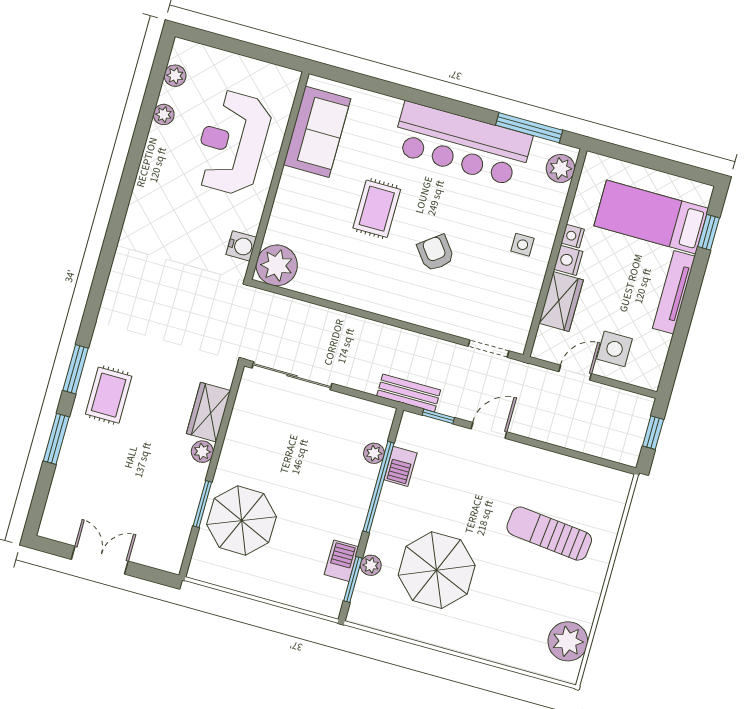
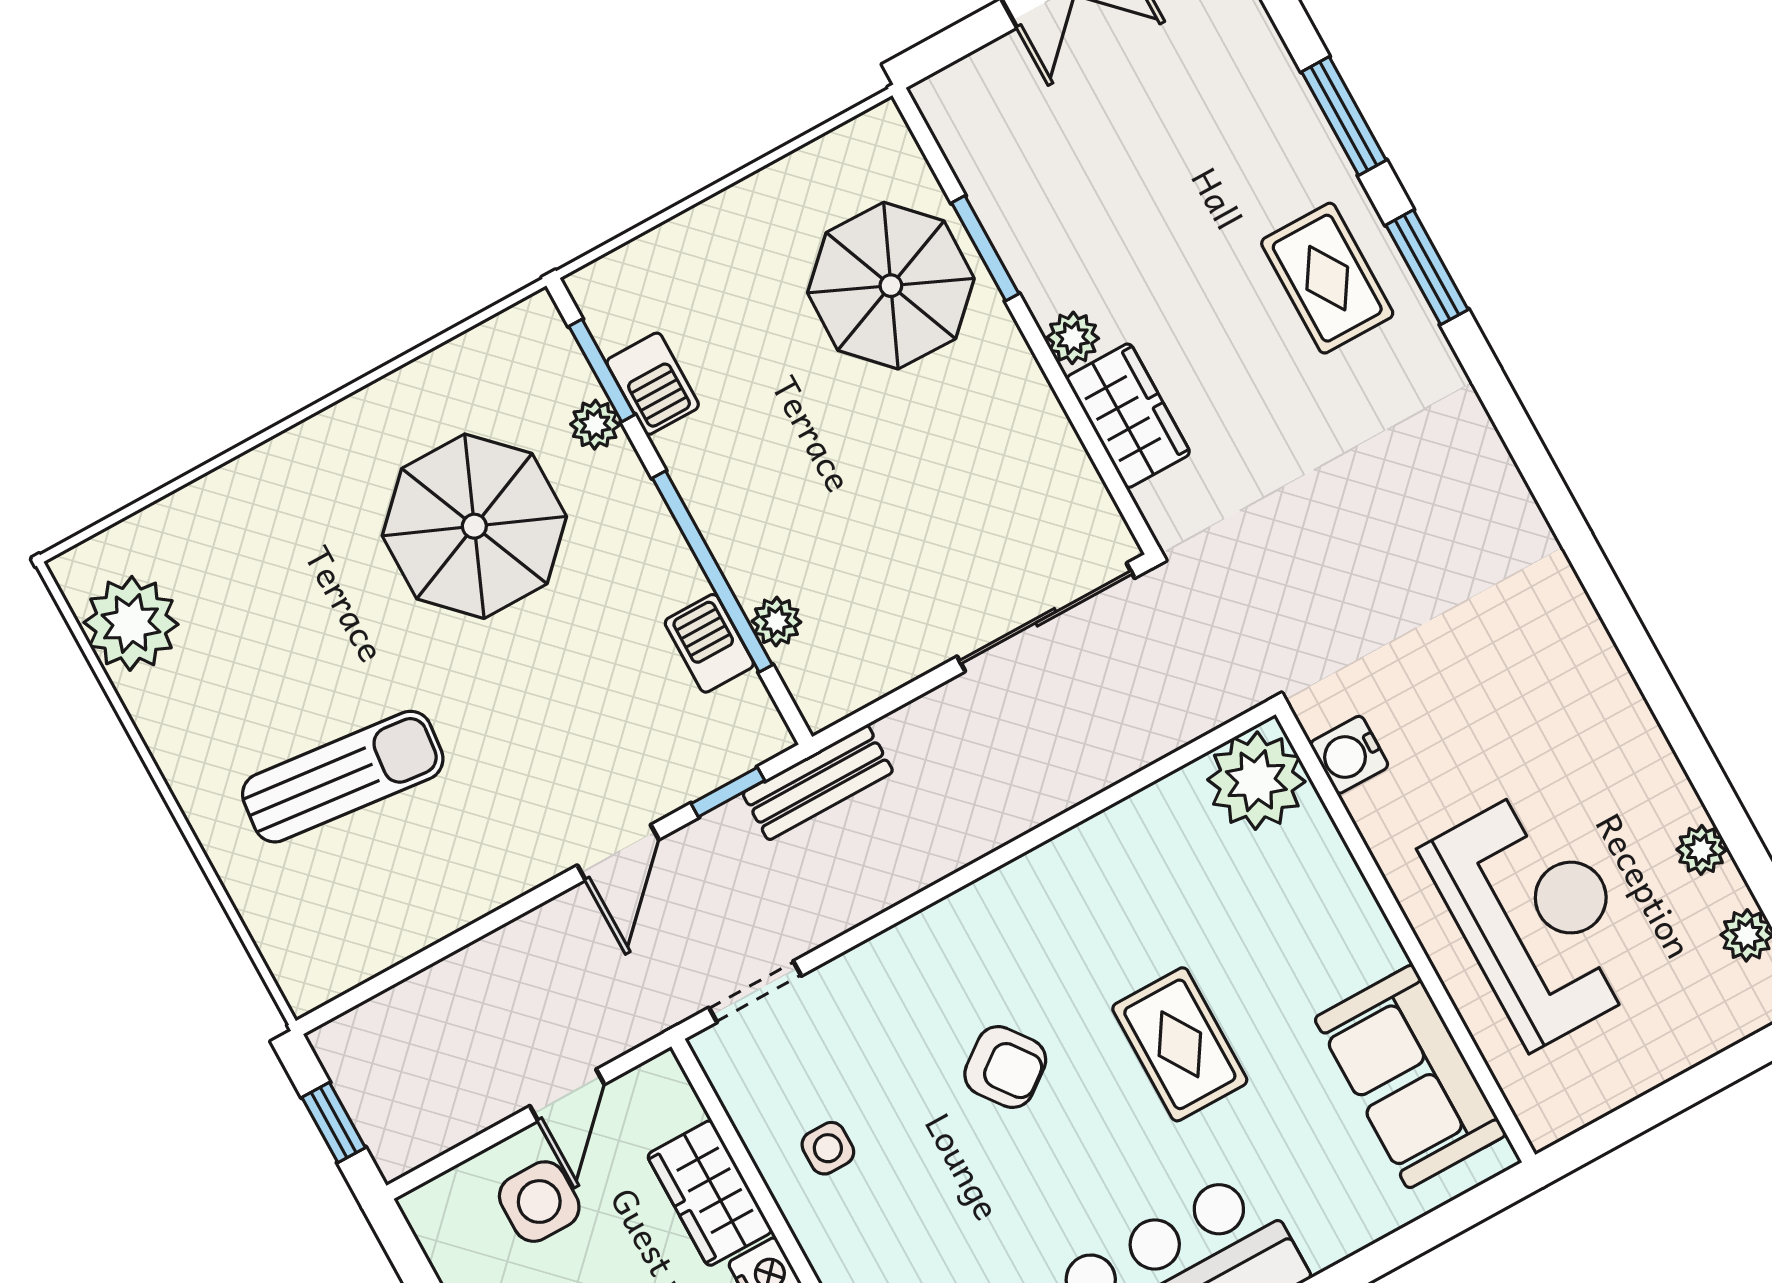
side table: (523, 245) -> (828, 1148), moved

